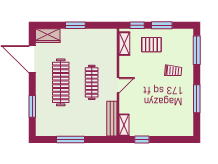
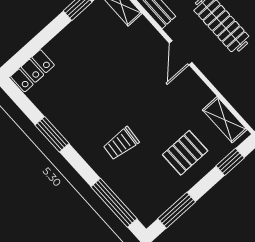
window: (162, 25) -> (177, 210), moved
window: (197, 99) -> (52, 134), width x0.69
locker: (182, 130) -> (32, 71), added

